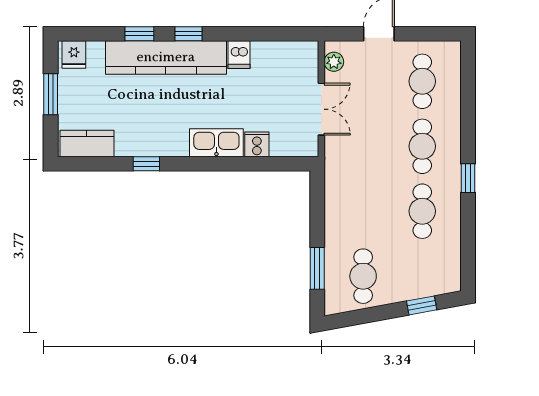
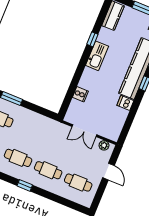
kitchen sink: (216, 143) -> (97, 56), moved

